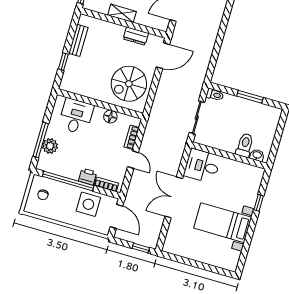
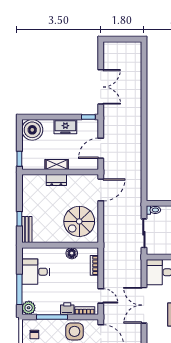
dresser: (136, 36) -> (56, 180), moved
bench: (78, 40) -> (27, 230), moved
desk: (76, 116) -> (36, 272), moved, turned -90
plant: (50, 146) -> (29, 308), moved
door: (133, 160) -> (101, 296), moved
window: (68, 181) -> (52, 317), width x0.68

